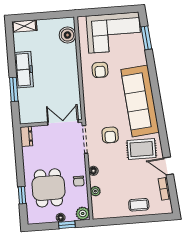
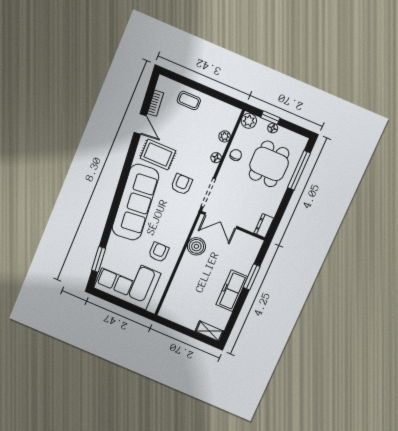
boiler: (67, 35) -> (196, 246), moved
window: (22, 195) -> (299, 170), width x2.17

